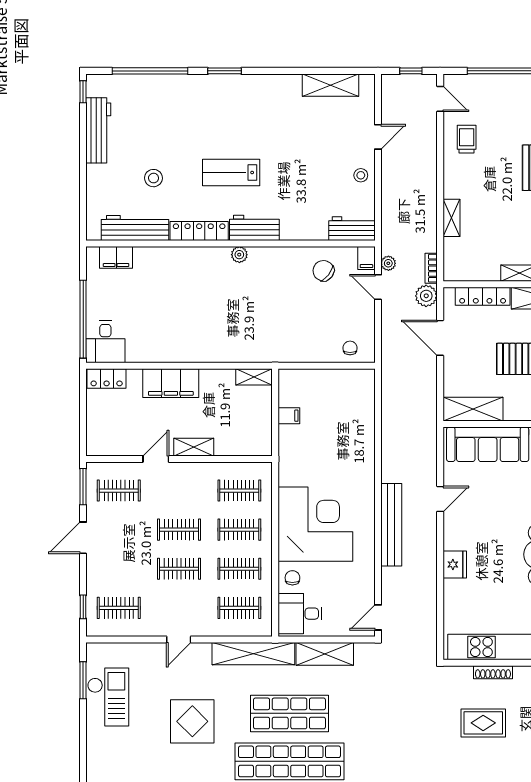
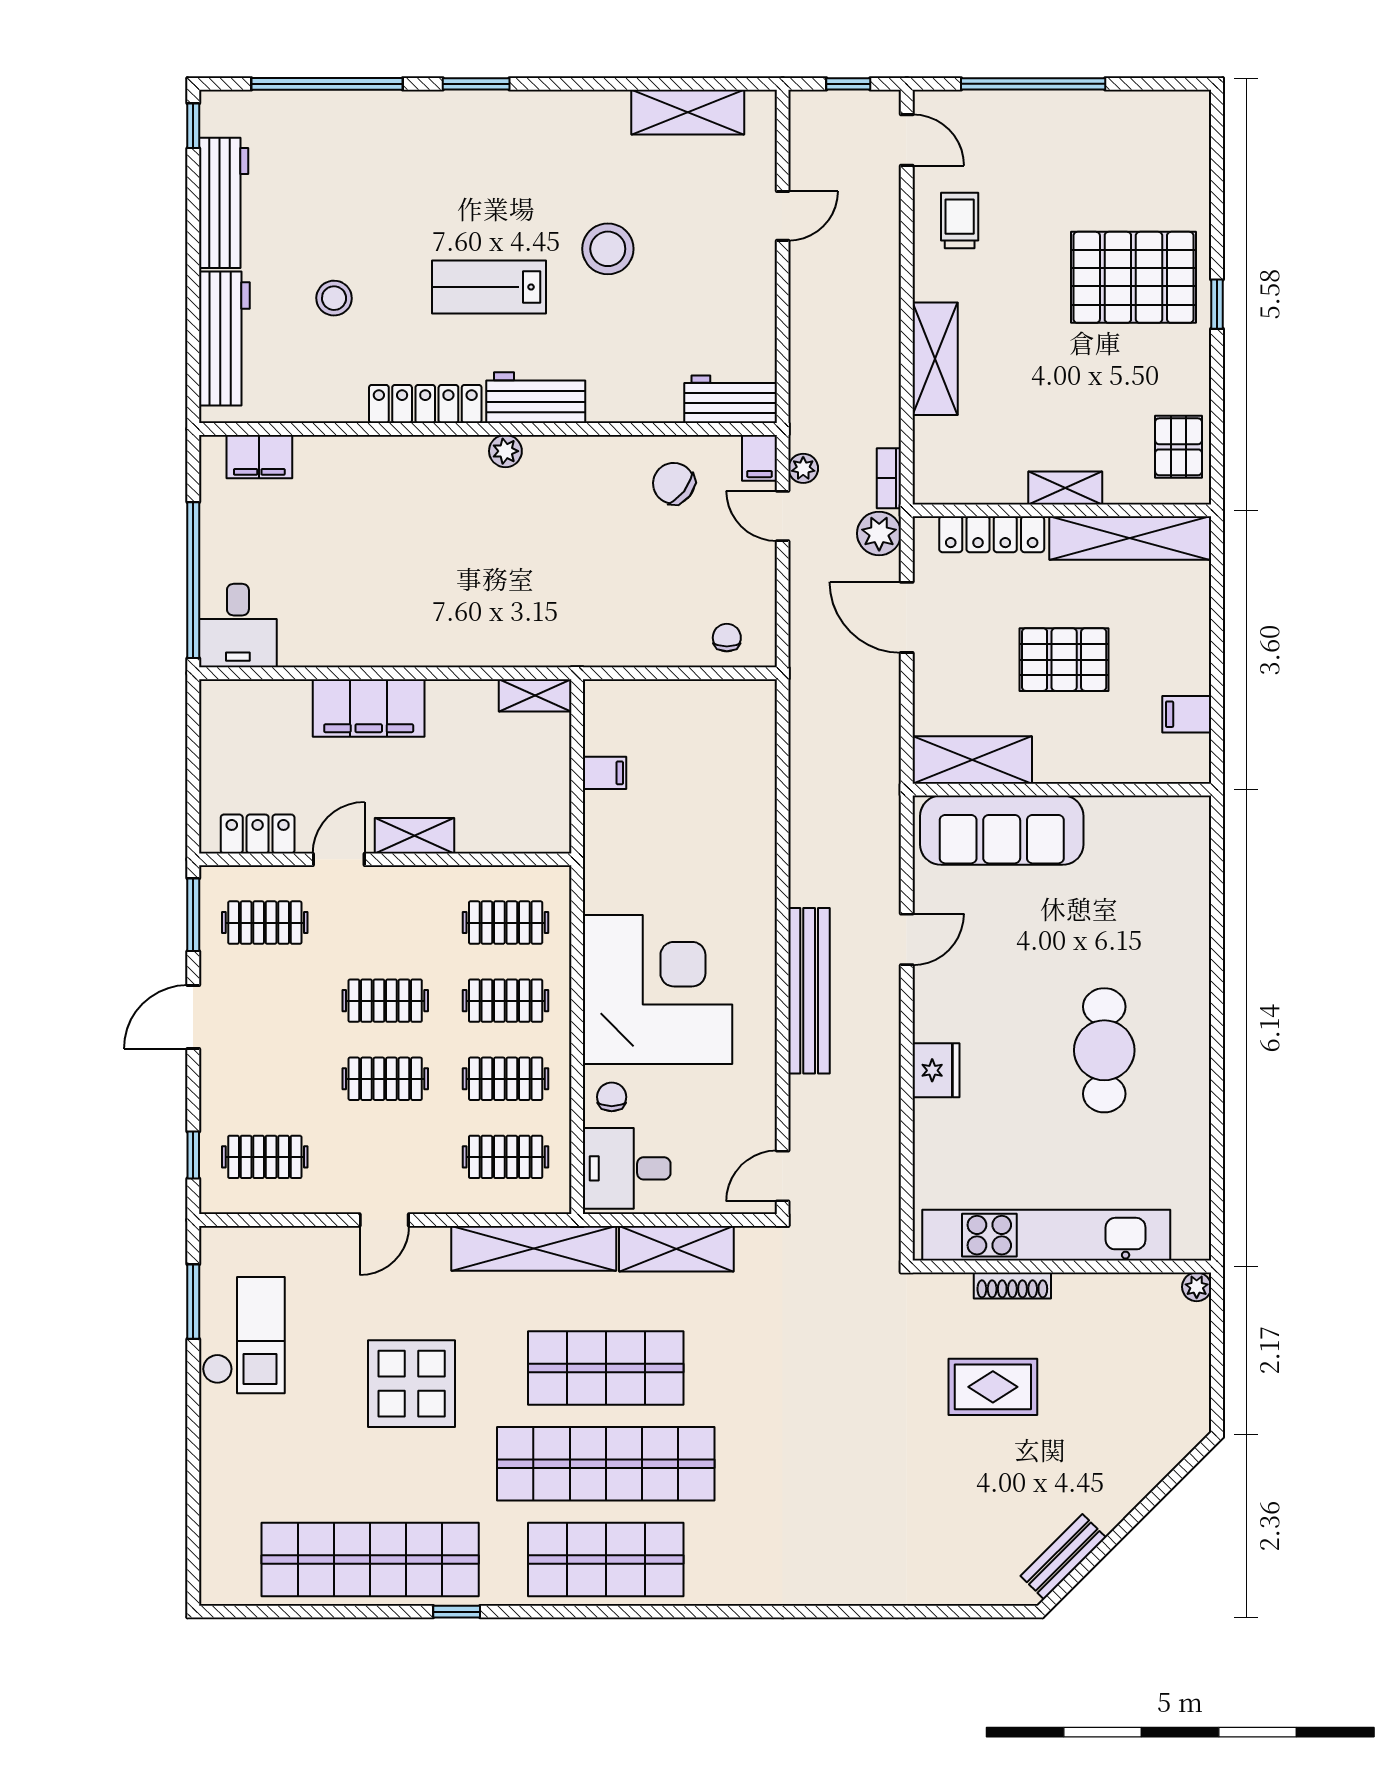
stool: (361, 175) -> (608, 249), moved, width x1.89, depth x1.89
shelving: (451, 218) -> (935, 359), width x1.50, depth x1.33
workbench: (135, 228) -> (224, 338), moved, turned 90
locker: (107, 379) -> (258, 834), moved, turned 180

